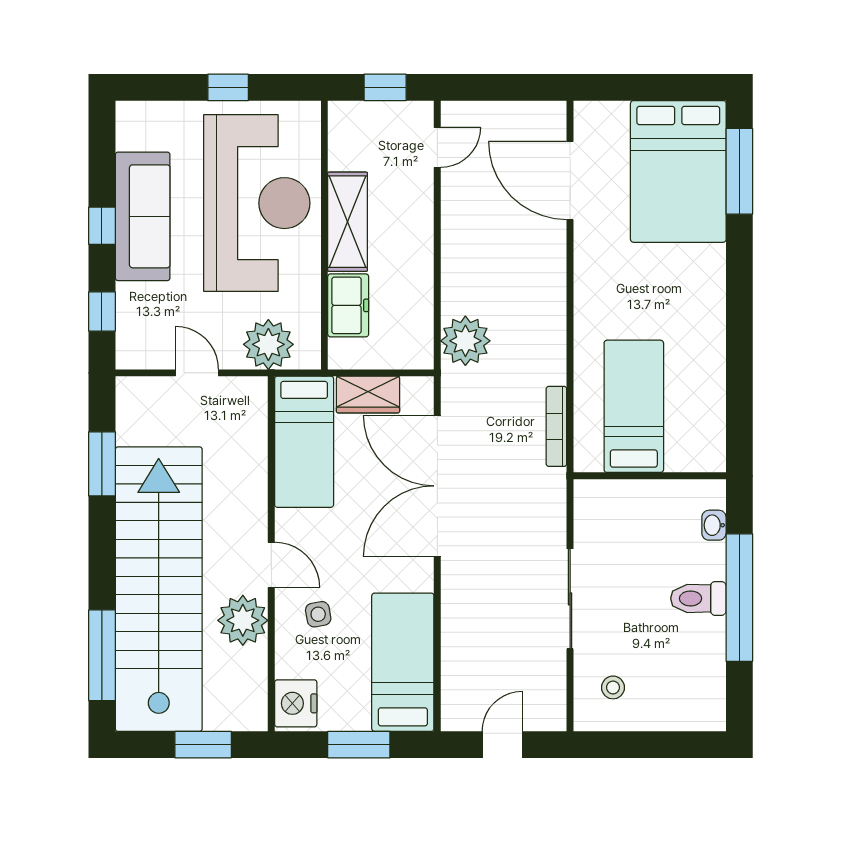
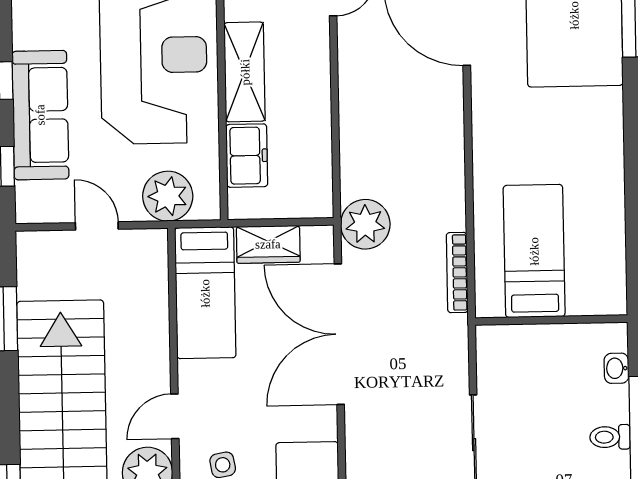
sofa: (143, 216) -> (40, 115), moved
plant: (465, 341) -> (365, 224), moved
door: (271, 565) -> (175, 416), swing flipped
toilet: (698, 598) -> (610, 437), width x0.73, depth x0.72

